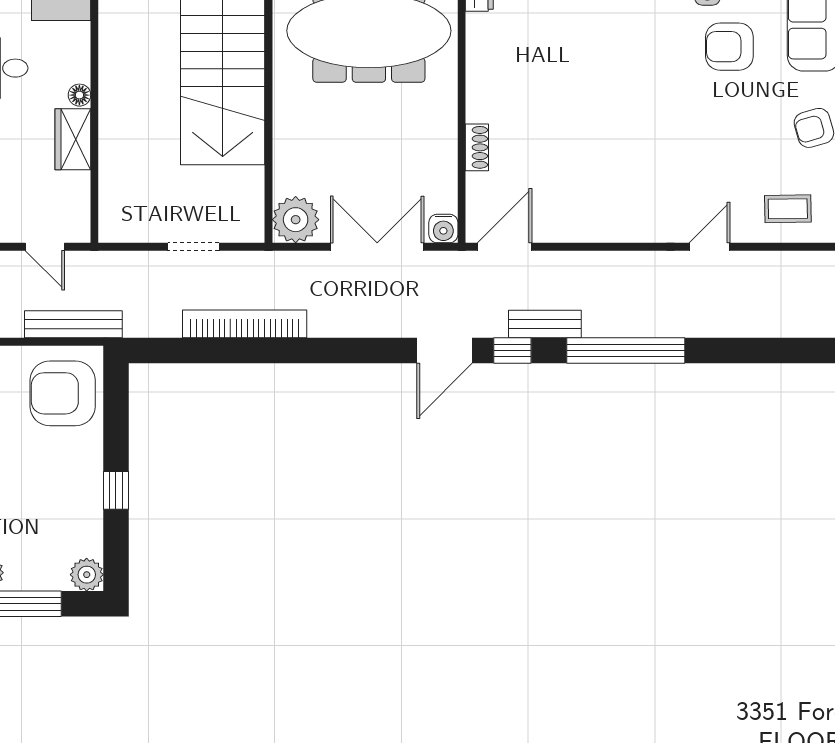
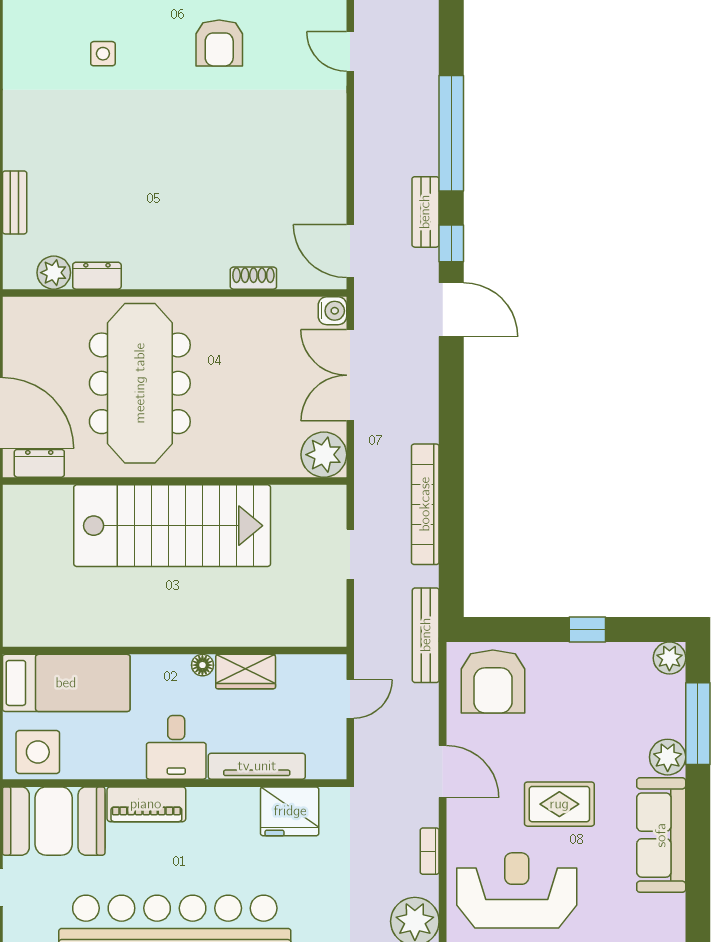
armchair: (729, 47) -> (219, 43), moved
bench: (73, 324) -> (426, 635), moved

